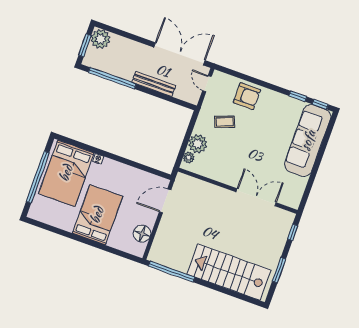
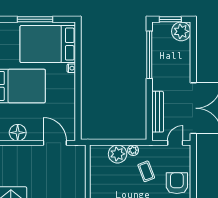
bench: (154, 84) -> (158, 112), moved
armchair: (247, 96) -> (177, 183), turned 180
plant: (189, 158) -> (133, 150), moved
window: (38, 177) -> (35, 19), width x0.68

